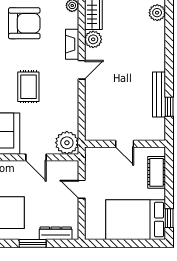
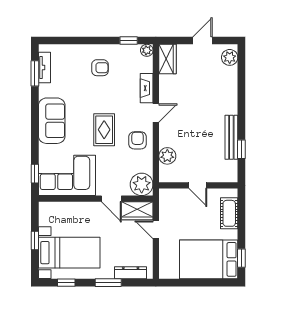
armchair: (24, 23) -> (100, 68), width x0.53, depth x0.53
plant: (93, 39) -> (167, 156), moved
armchair: (63, 98) -> (138, 140), added
wardrobe: (62, 170) -> (137, 211), added

